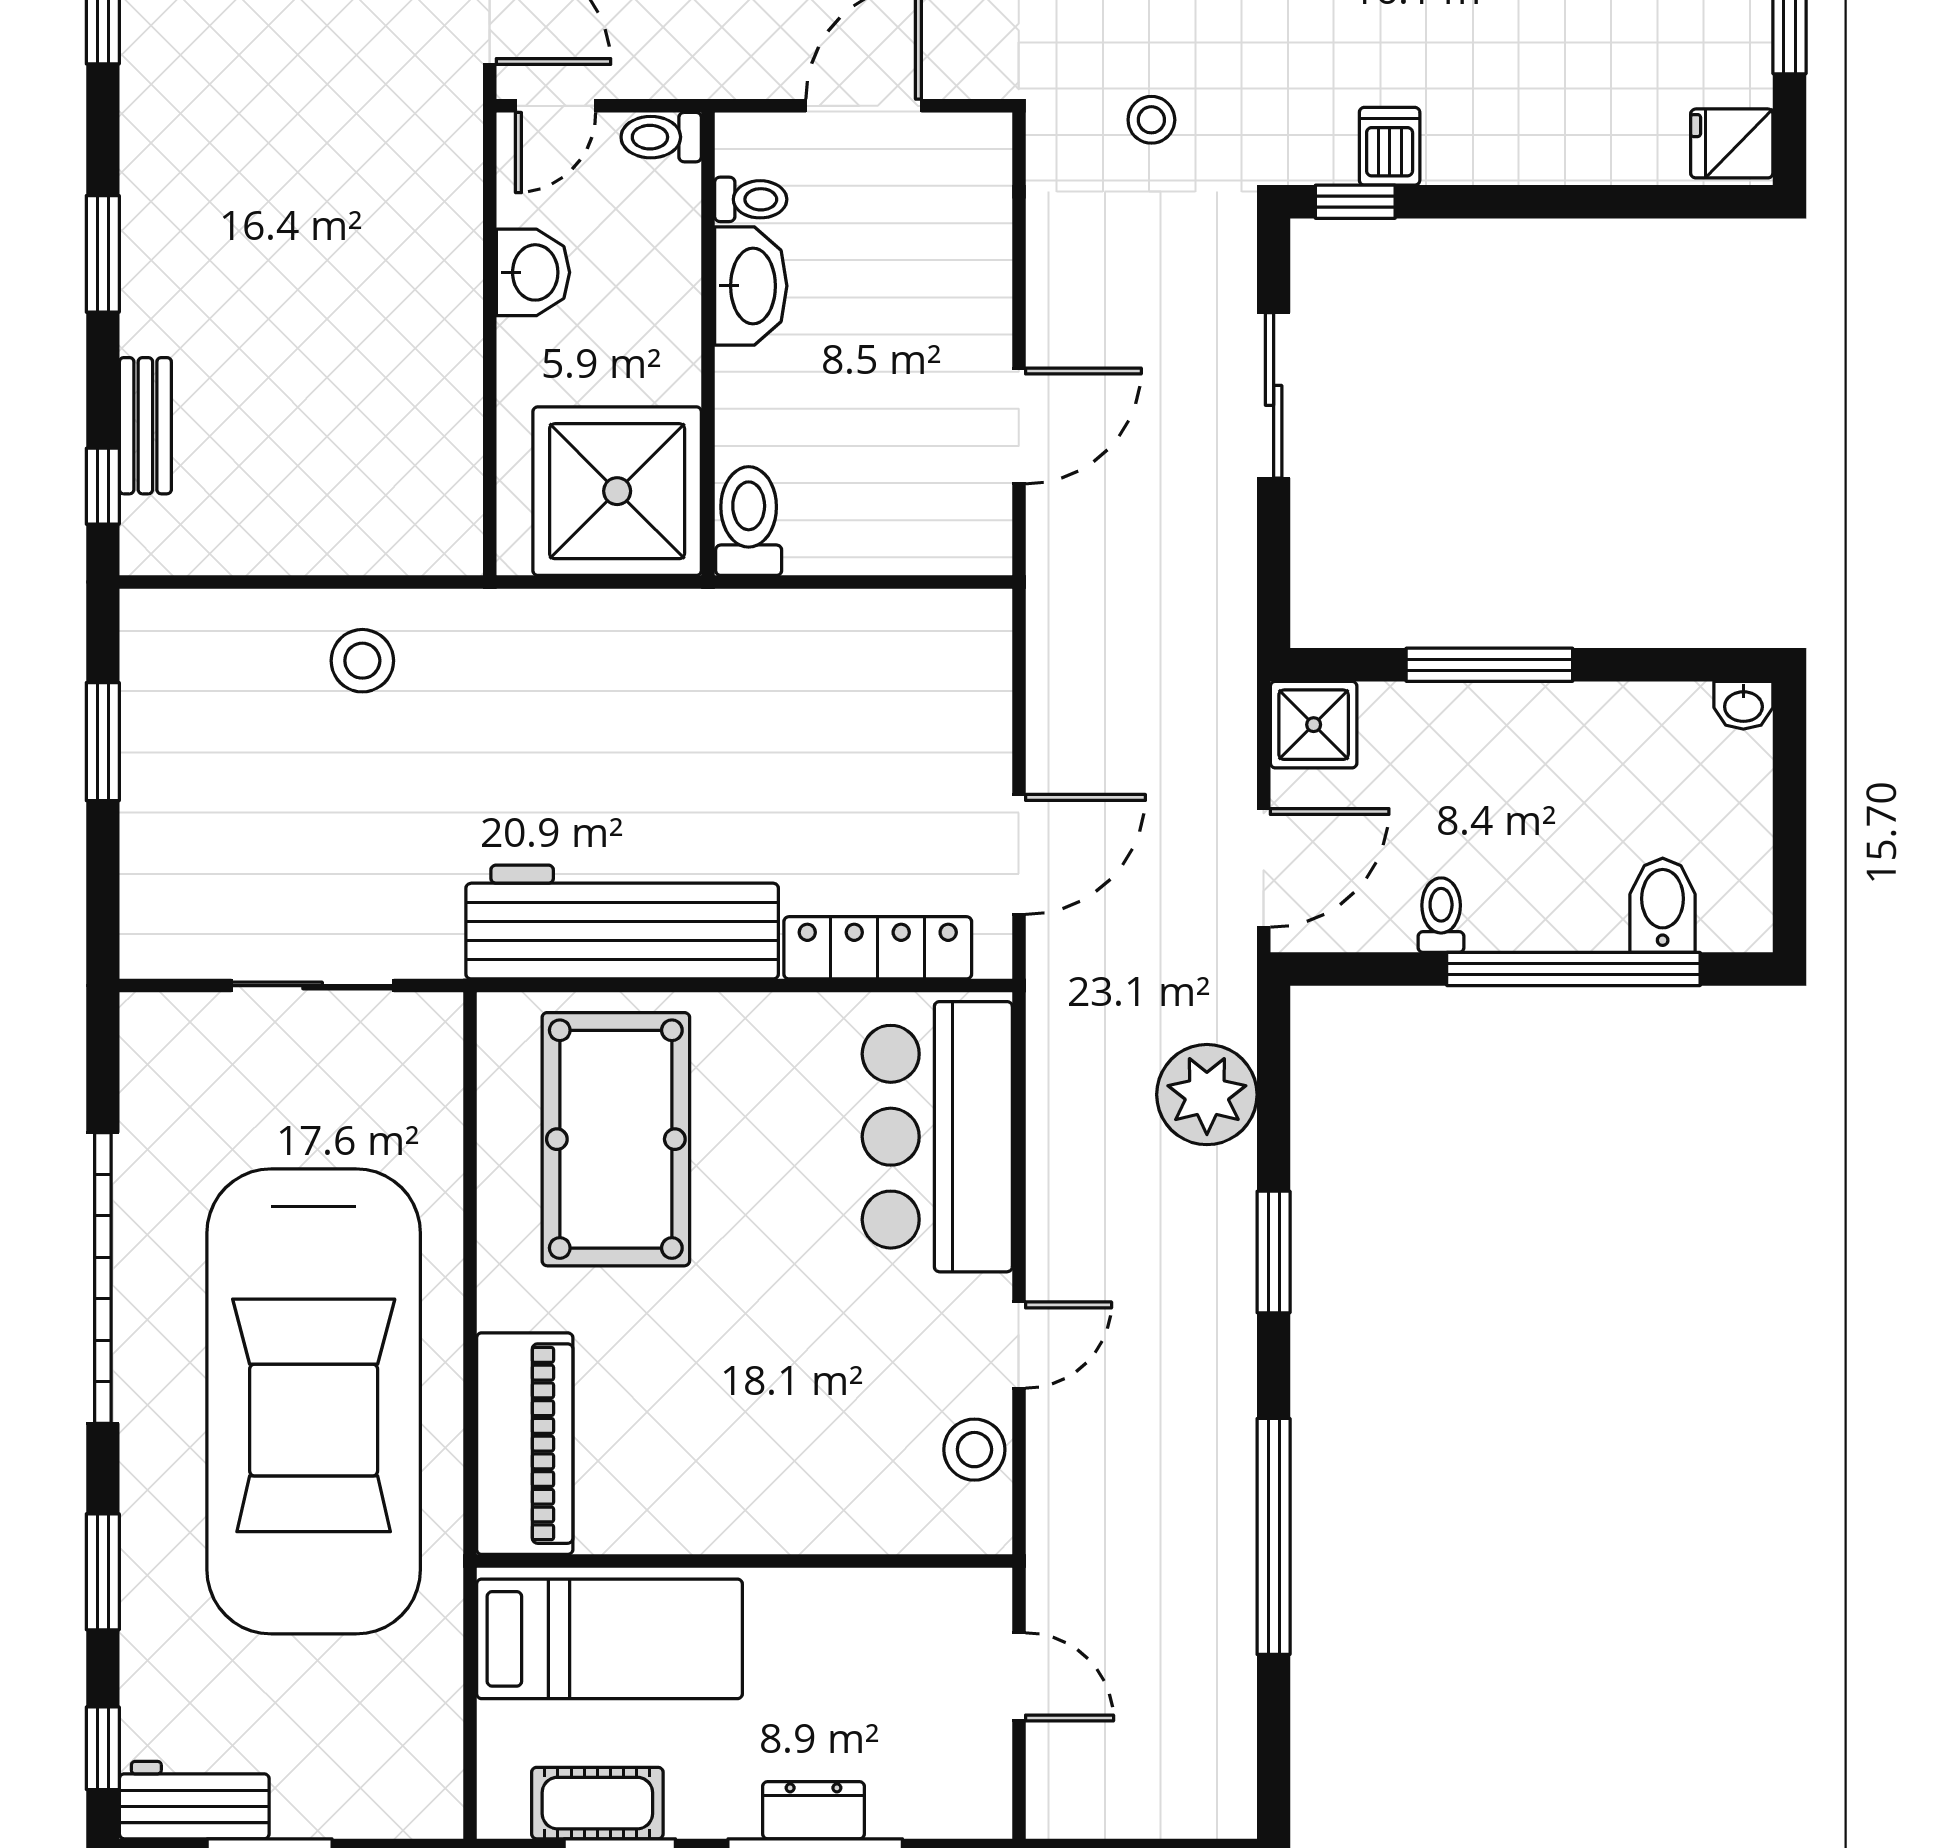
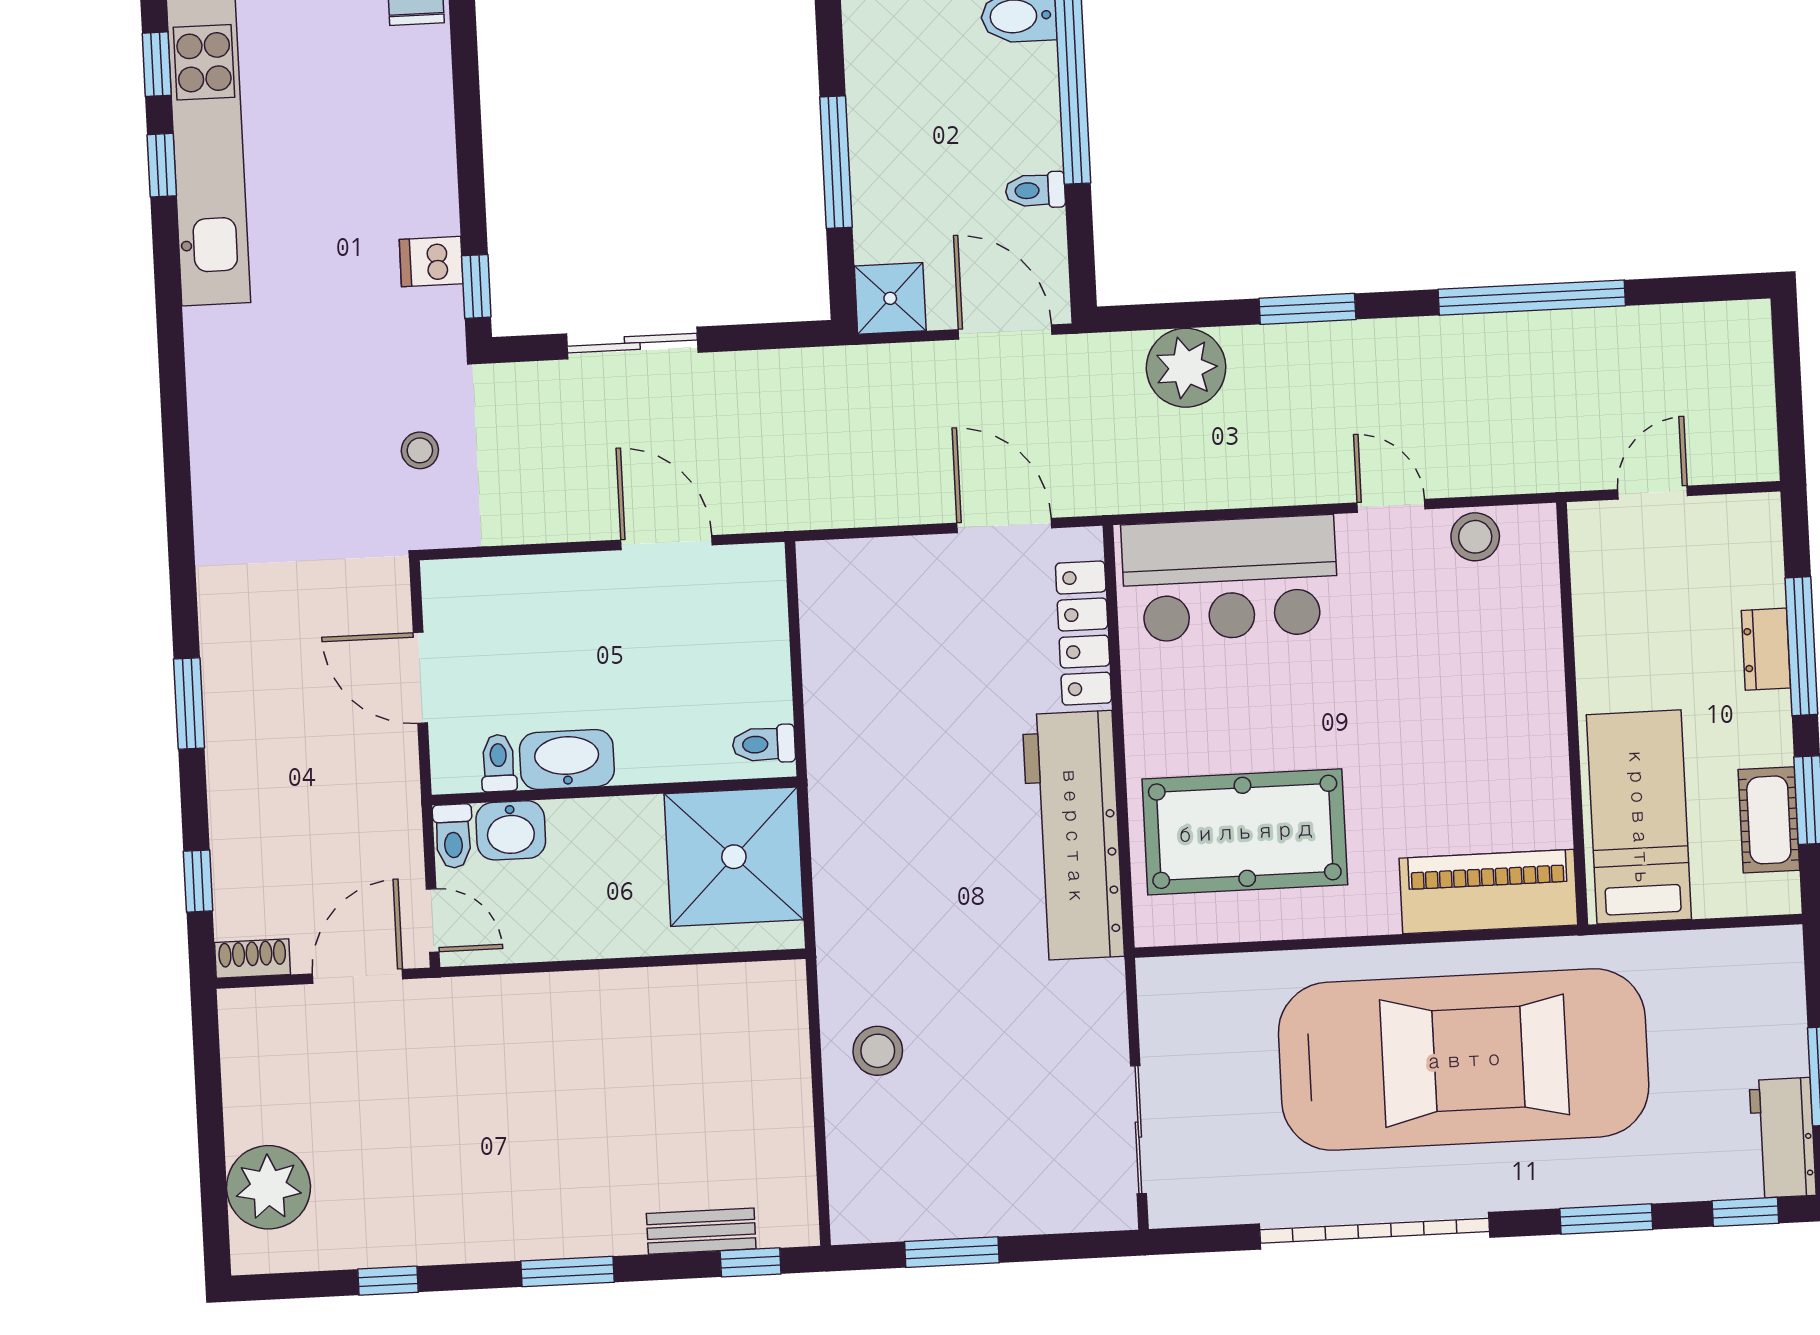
washbasin: (533, 272) -> (511, 830), moved, turned 180
toilet: (749, 521) -> (764, 744), width x0.73, depth x0.72
sliding door: (313, 986) -> (1138, 1130), moved

